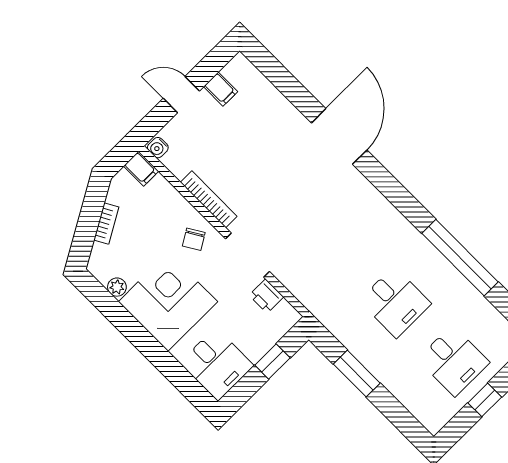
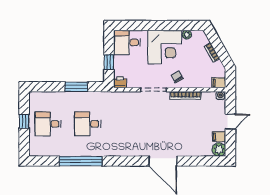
plant: (240, 70) -> (219, 149), added
printer: (266, 296) -> (120, 82), moved

